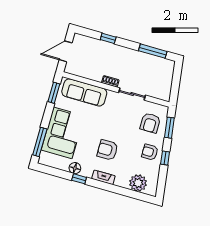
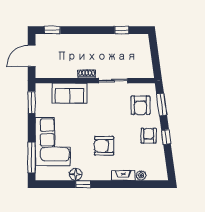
window: (108, 38) -> (52, 30), moved
window: (153, 51) -> (122, 30), width x0.46
sofa: (84, 92) -> (69, 93), width x0.73
armchair: (150, 152) -> (149, 136), turned 90
fireplace: (103, 177) -> (123, 175), moved
plant: (138, 183) -> (141, 175), width x0.53, depth x0.53

